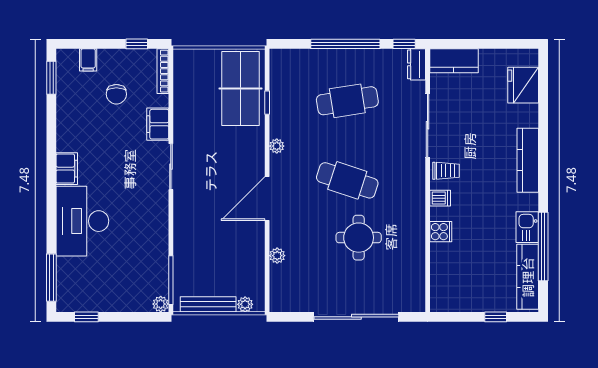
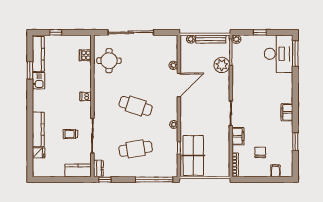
window: (137, 44) -> (249, 180), removed
window: (345, 44) -> (154, 180), moved
window: (51, 78) -> (295, 142), moved
fridge: (523, 85) -> (39, 153), width x0.53, depth x0.75
kitchen counter: (528, 160) -> (38, 129), moved
trolley: (446, 171) -> (70, 134), moved
door: (267, 199) -> (179, 85), moved
desk: (82, 221) -> (279, 54), moved
cooker: (441, 232) -> (85, 55), moved
round table: (359, 238) -> (109, 61), moved
window: (543, 247) -> (30, 70), width x0.47
plant: (188, 256) -> (222, 65), added
window: (86, 317) -> (260, 32), moved

